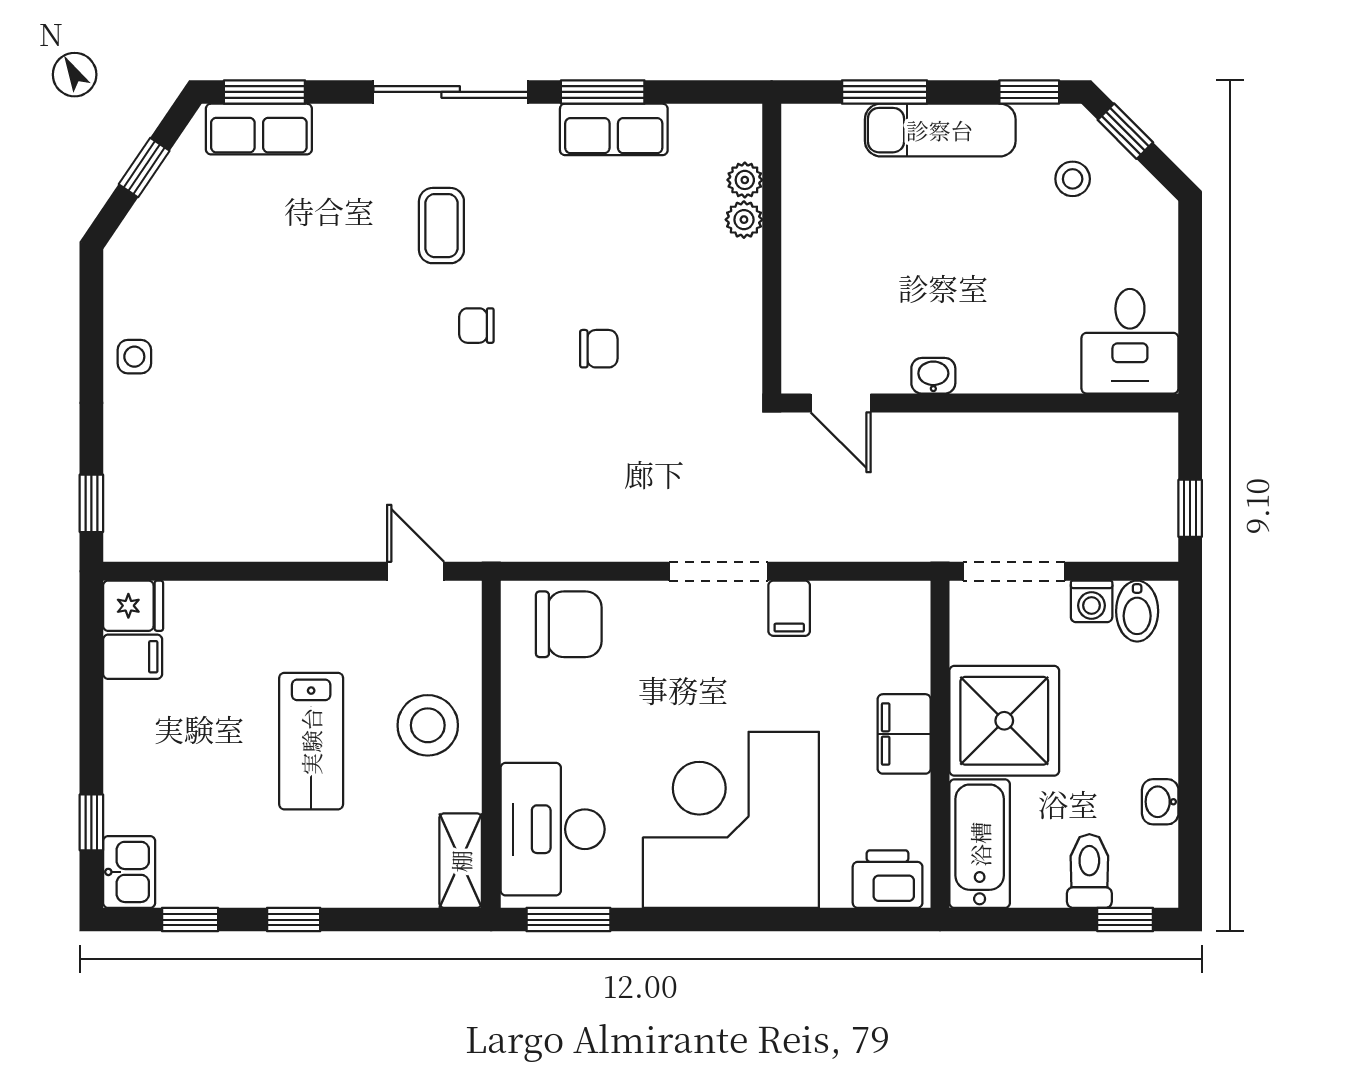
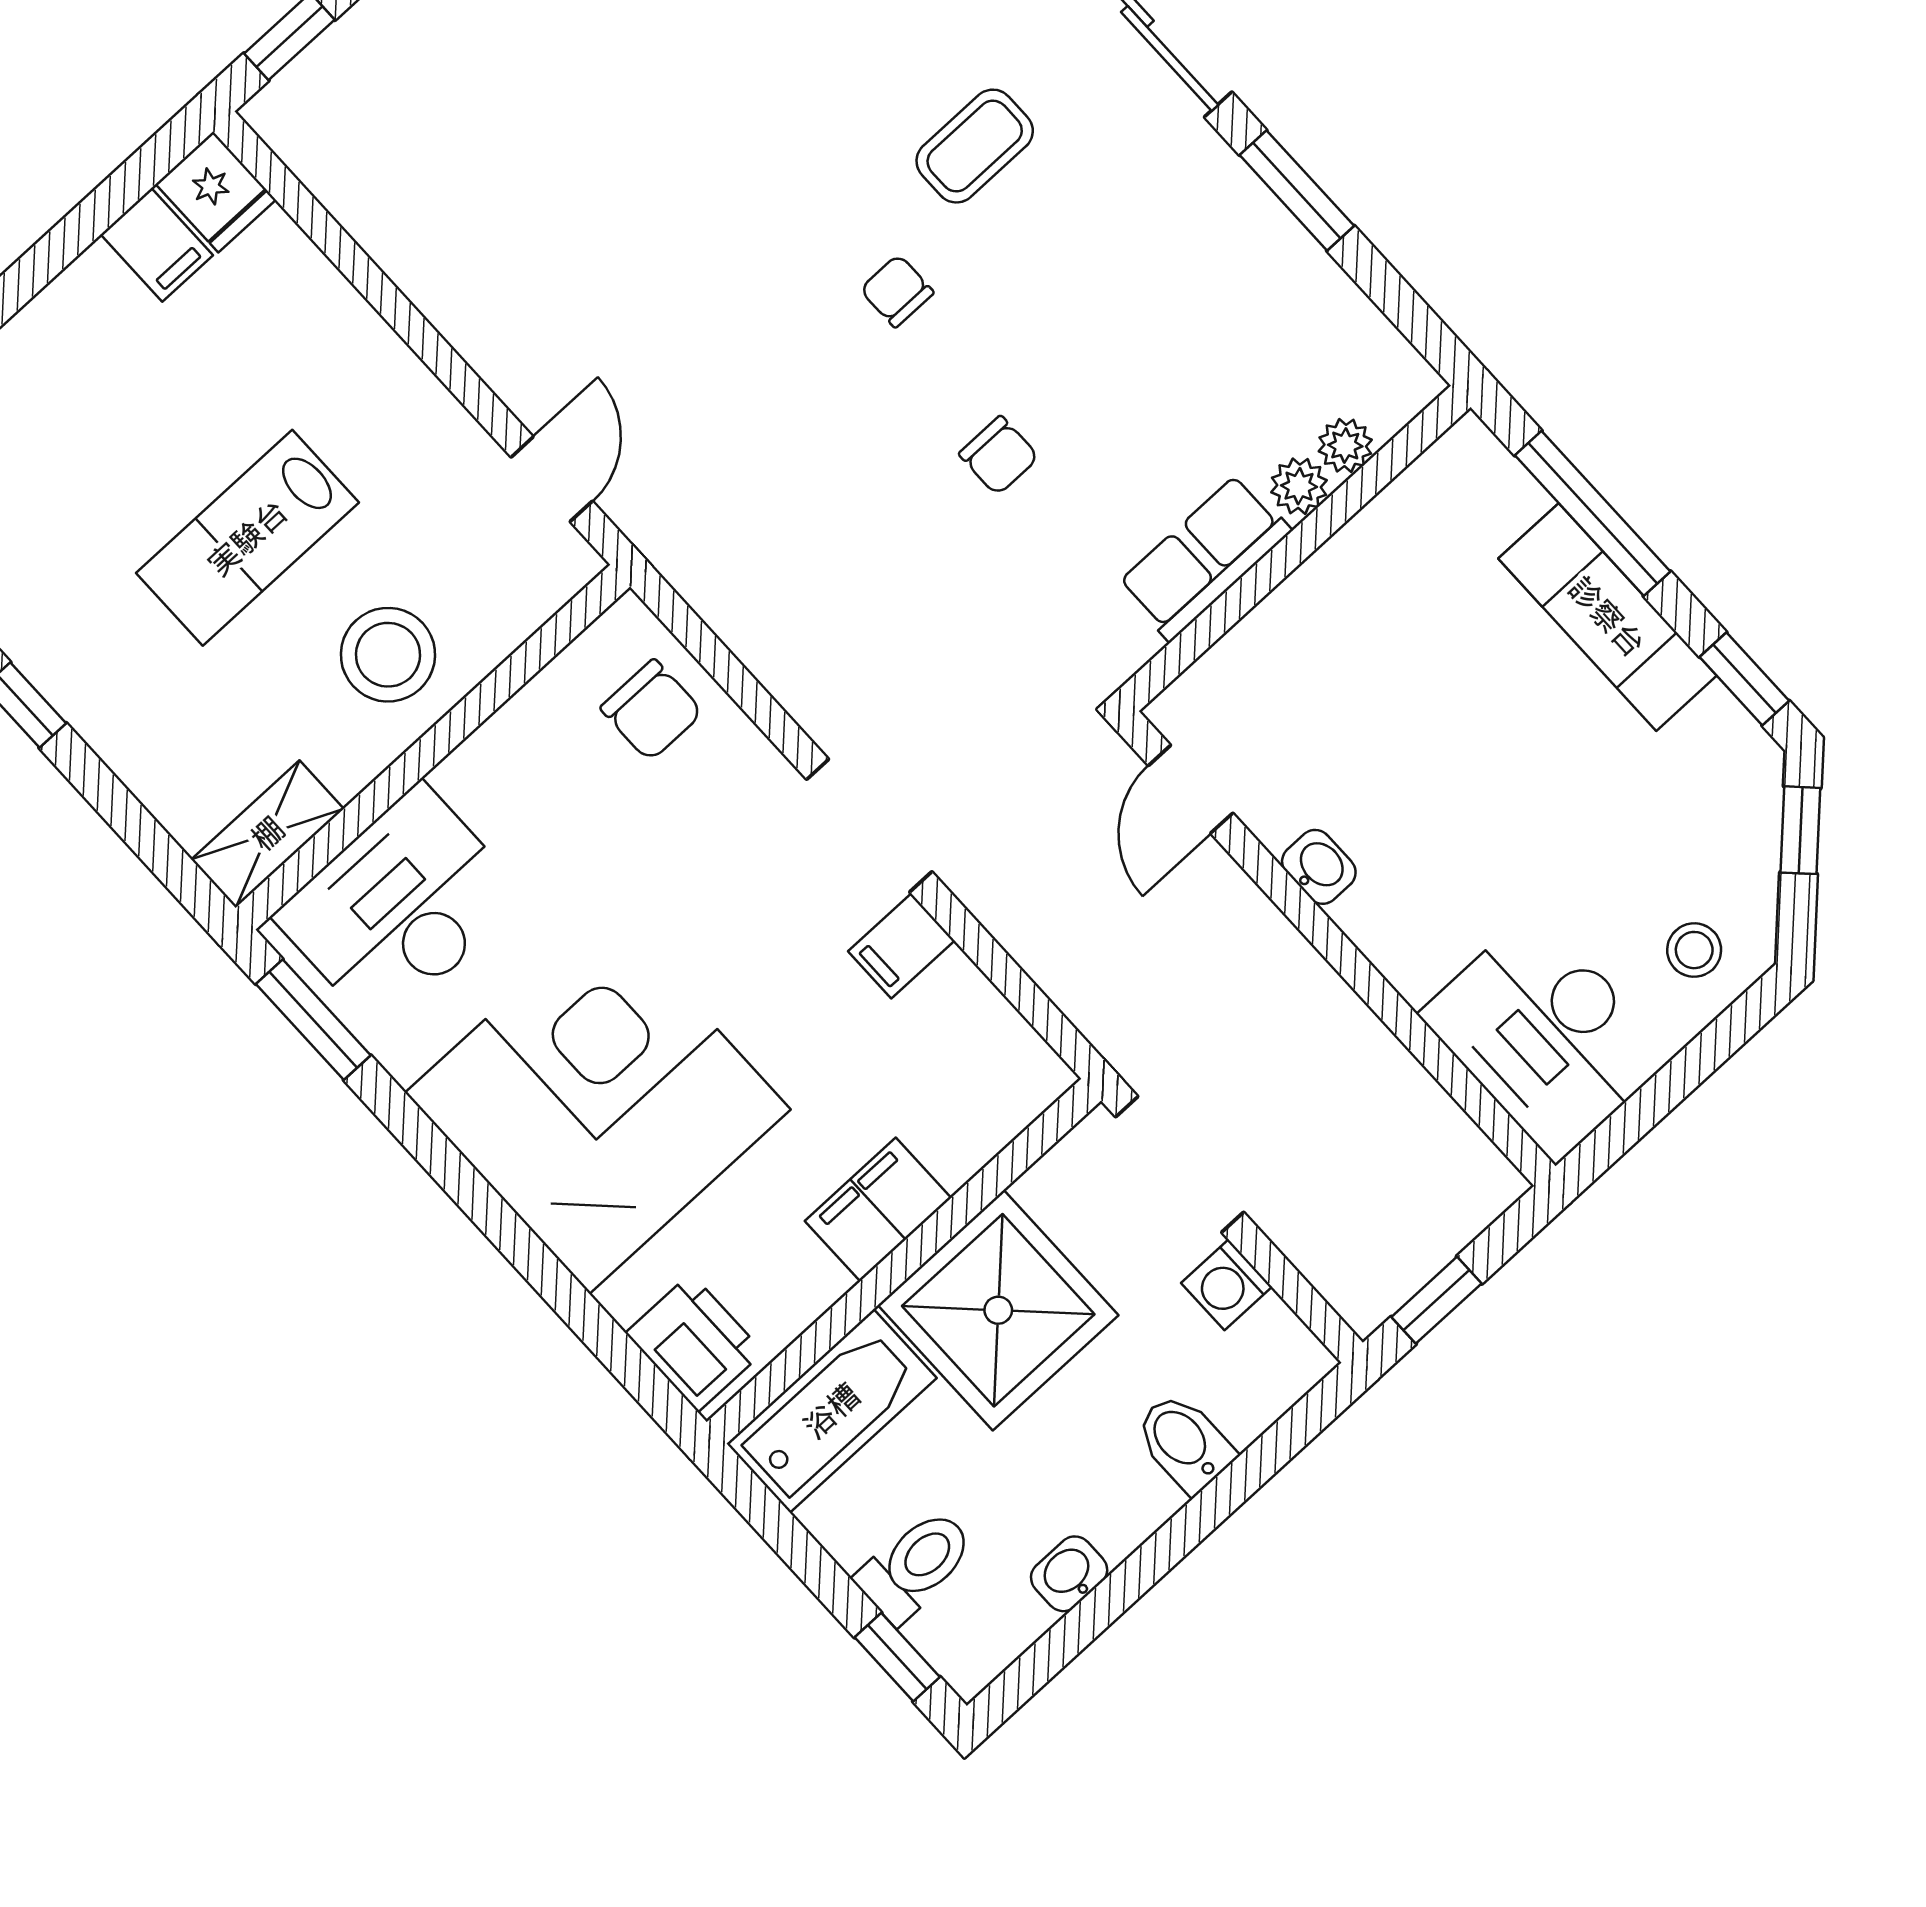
window: (885, 92) -> (1593, 513), width x1.44
row of seats: (614, 129) -> (1204, 557), moved, turned 90
stool: (1073, 179) -> (1694, 950), moved
desk: (1130, 341) -> (1546, 1035), width x1.37
bidet: (1137, 611) -> (1184, 1442), moved, turned 90
chair: (569, 624) -> (652, 710), width x0.73, depth x0.73

